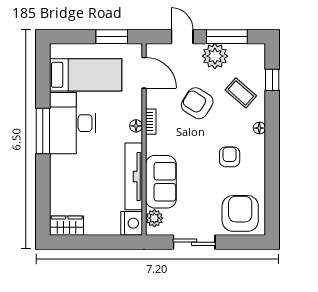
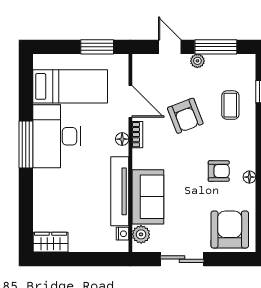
plant: (215, 56) -> (197, 61), width x0.53, depth x0.53
door: (144, 73) -> (130, 101), moved
coffee table: (241, 93) -> (230, 105), turned 49
armchair: (197, 103) -> (185, 116), turned -143
floor lamp: (259, 128) -> (249, 177), moved
armchair: (230, 157) -> (219, 171), turned 90
nightstand: (132, 223) -> (122, 234), width x0.53, depth x0.56

